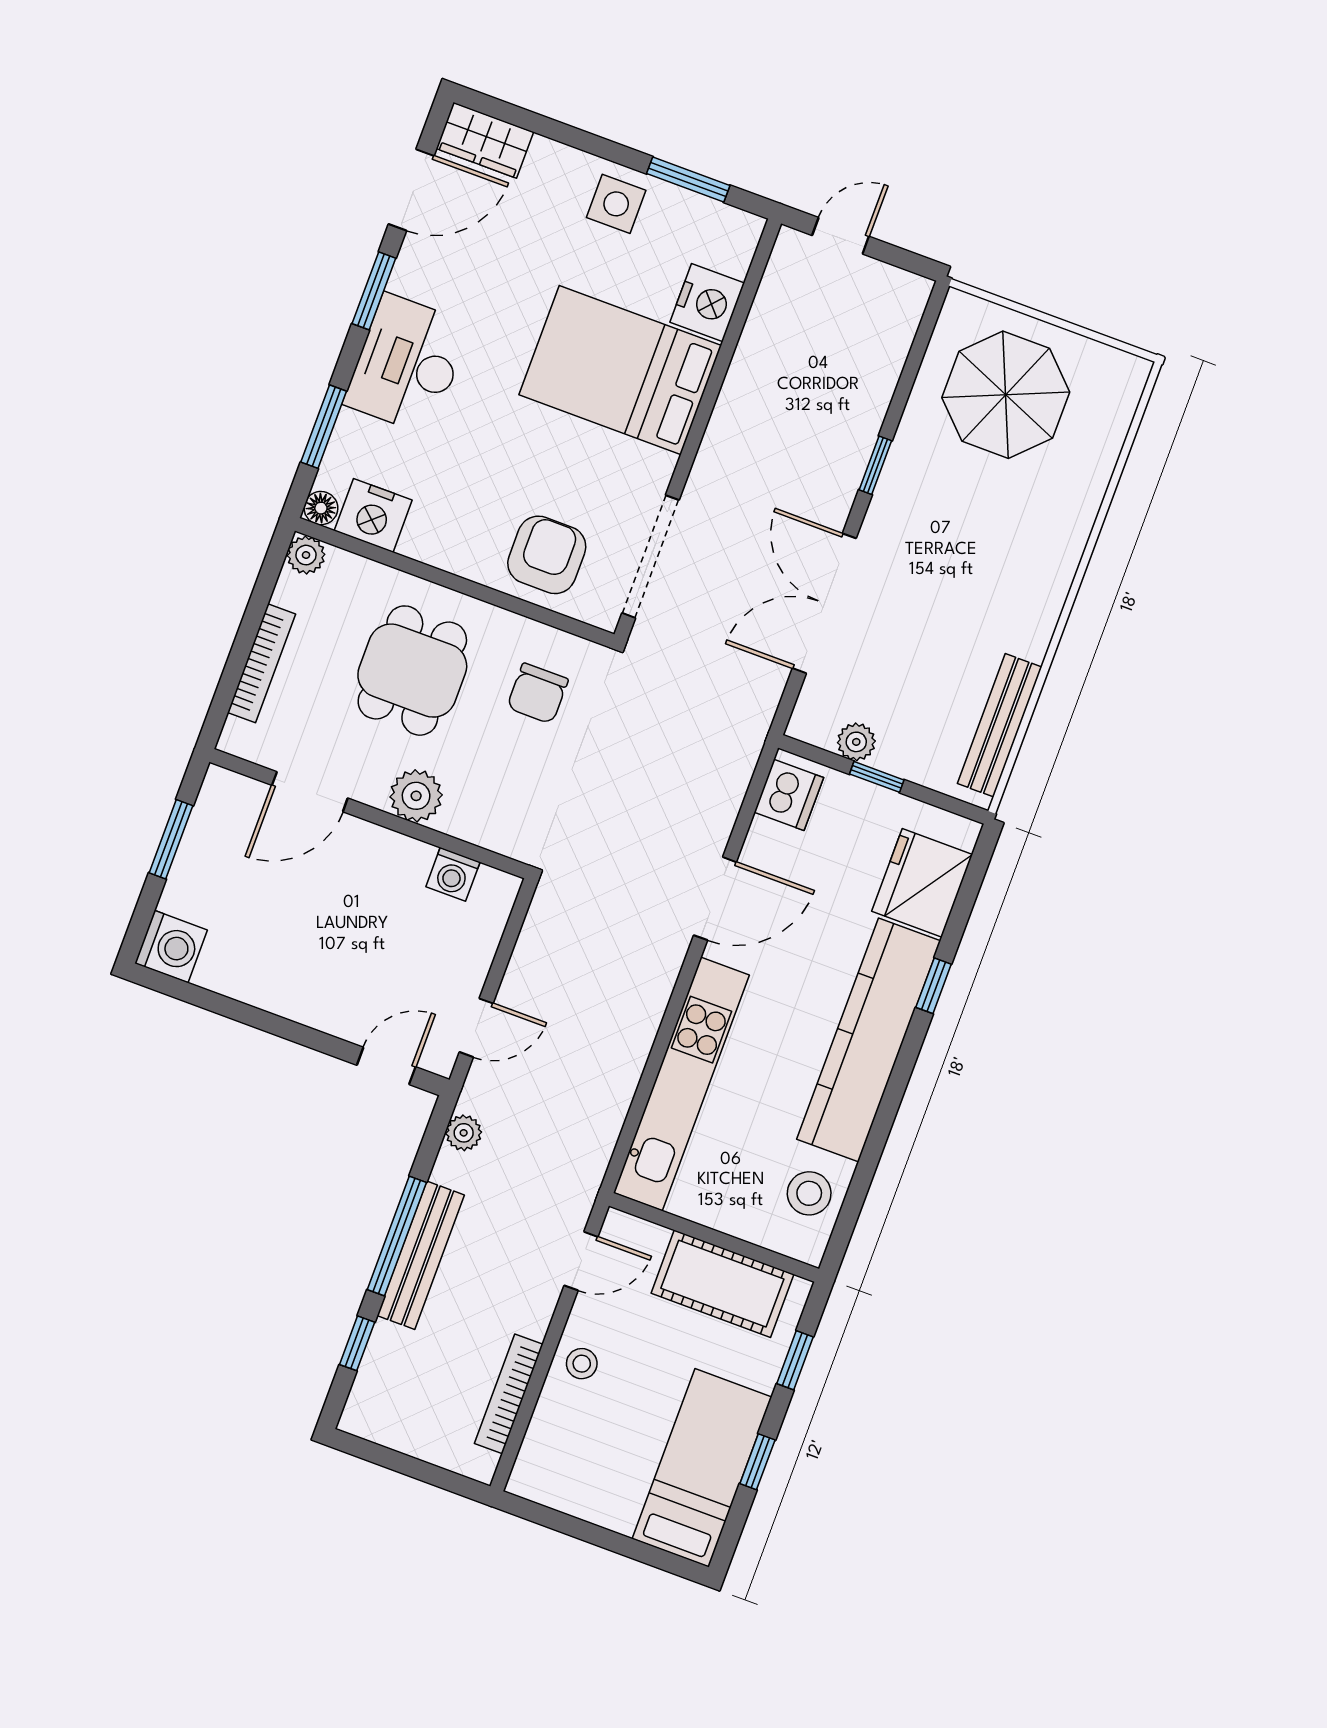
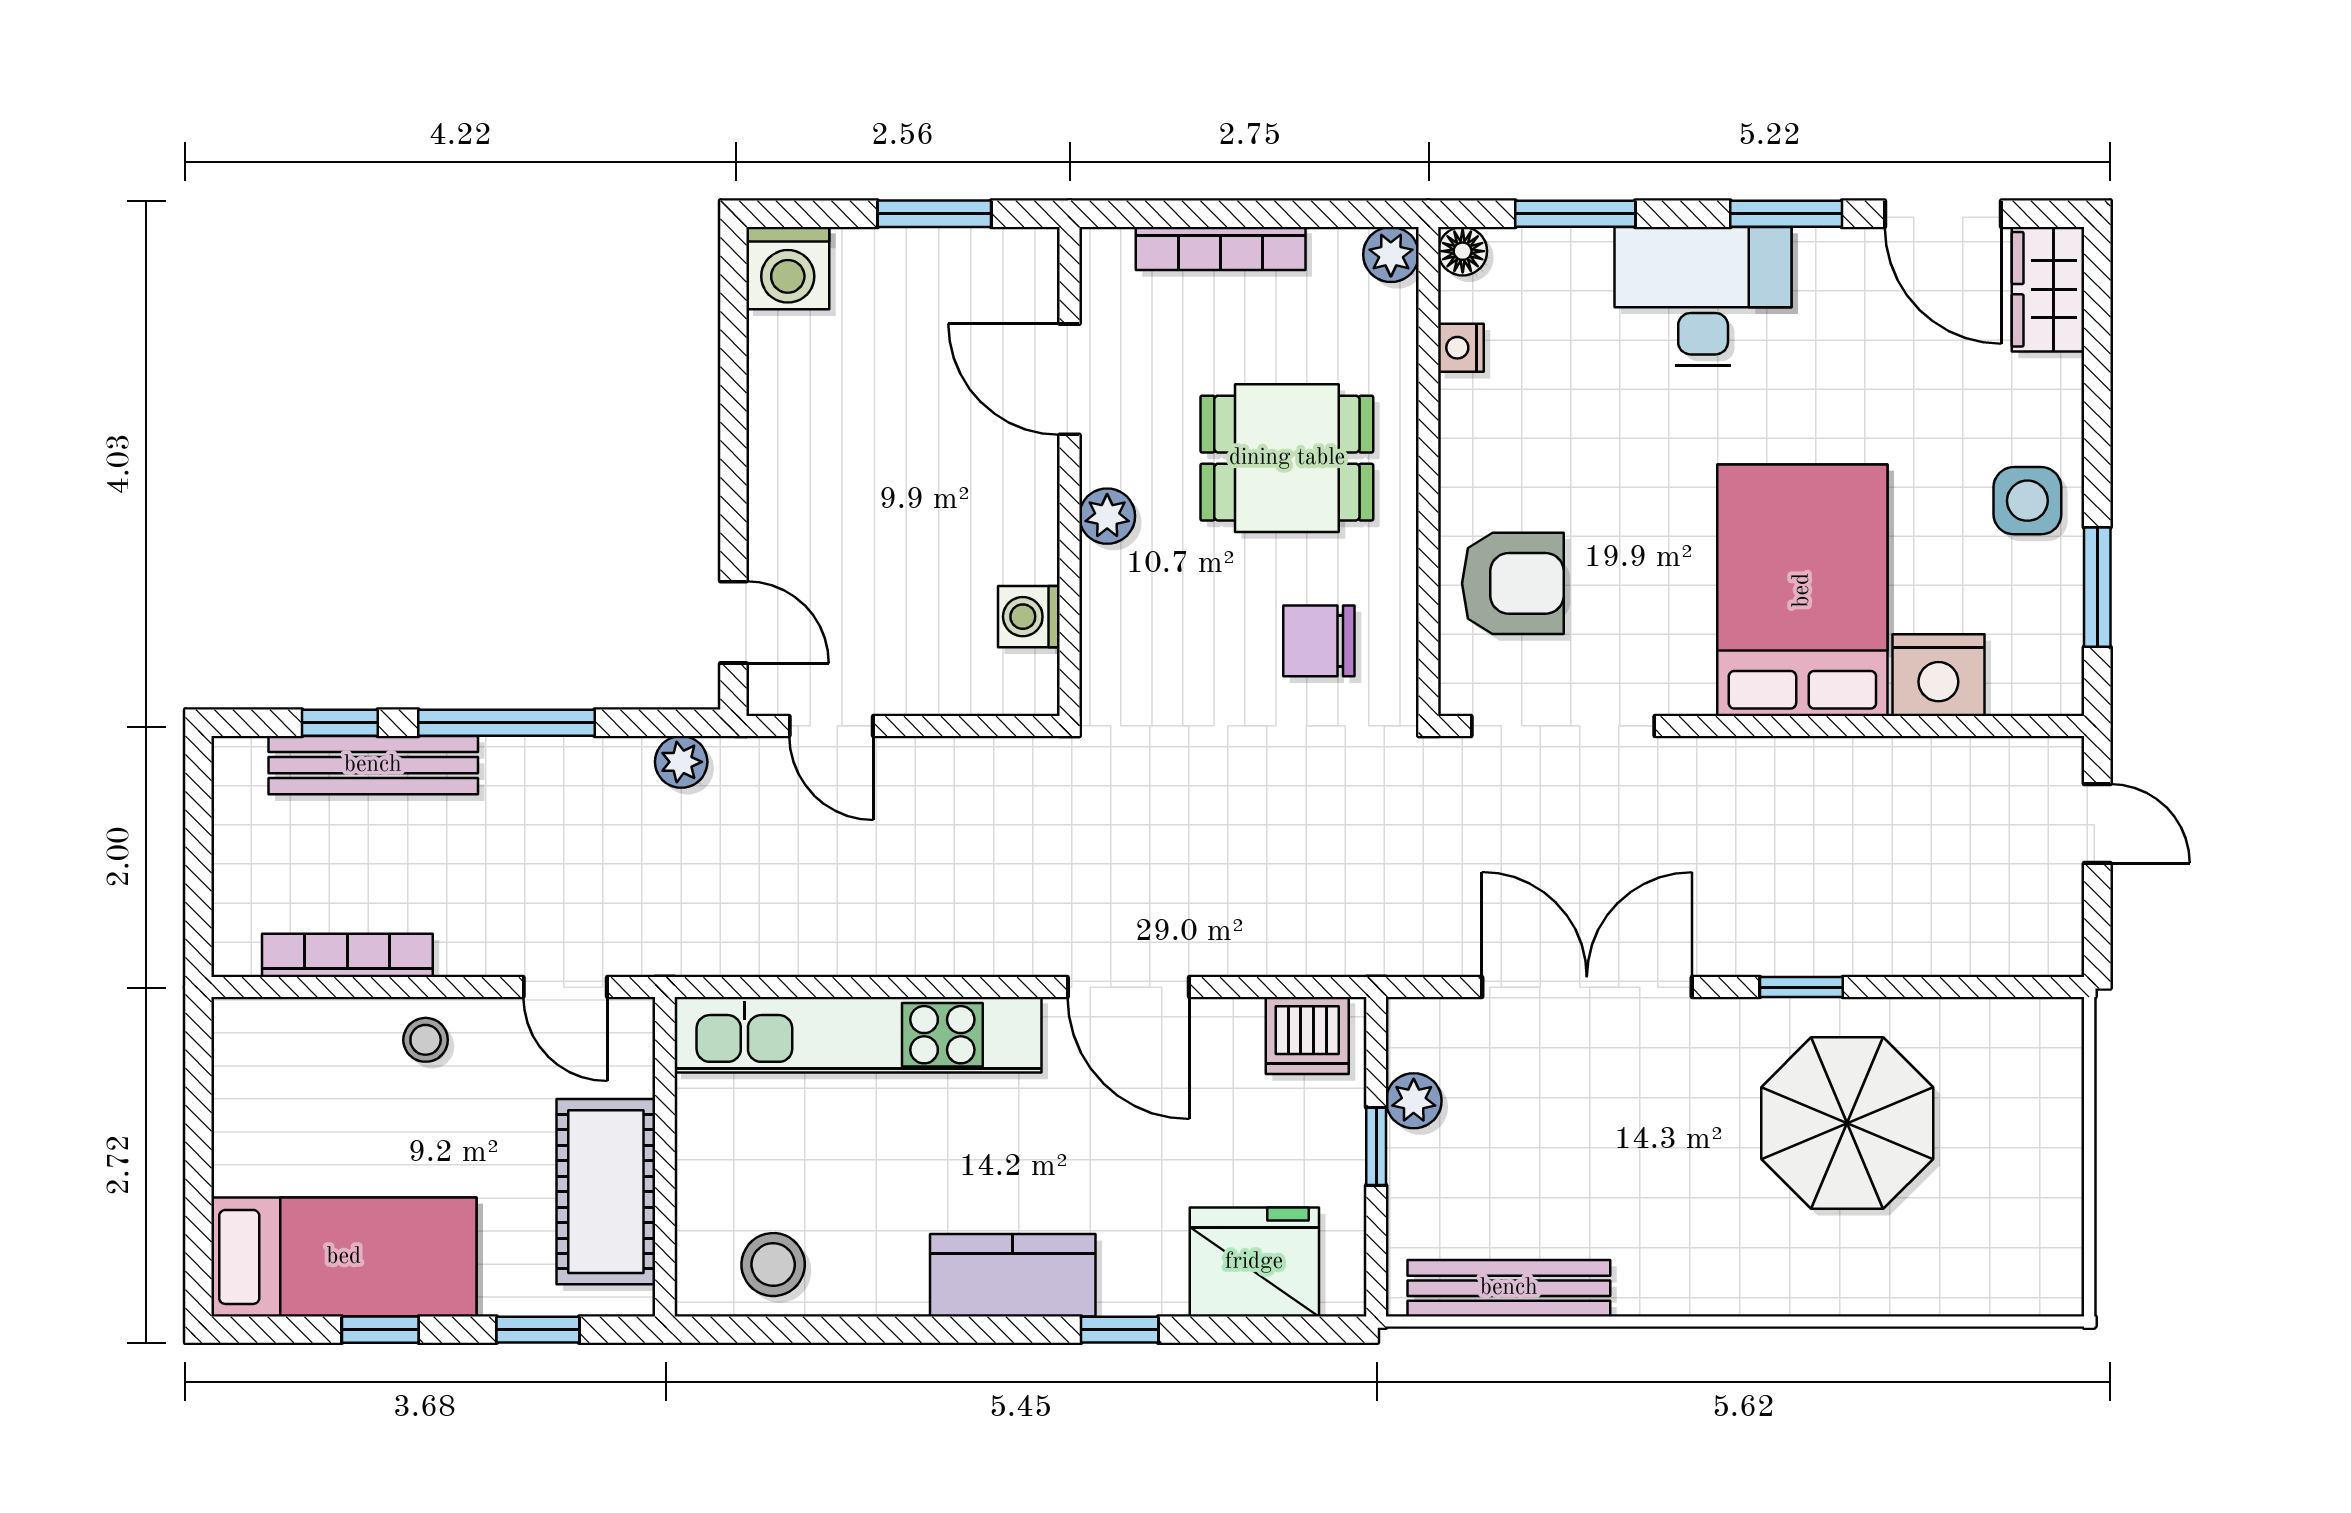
parasol: (1006, 395) -> (1847, 1123), moved
nightstand: (373, 515) -> (1461, 348), width x0.53, depth x0.56
plant: (416, 796) -> (1107, 516), width x0.73, depth x0.73
kitchen counter: (869, 1040) -> (1013, 1275), width x0.48, depth x0.86
bench: (421, 1255) -> (373, 765), moved

